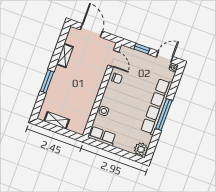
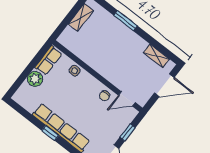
shelving: (65, 56) -> (156, 56), moved
window: (164, 115) -> (50, 133), width x0.46
plant: (141, 149) -> (35, 79), moved

